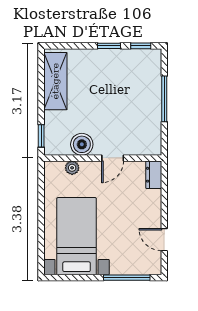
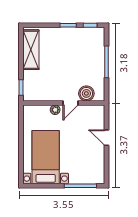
boiler: (82, 144) -> (86, 93), moved
plant: (72, 168) -> (55, 110), moved
dresser: (154, 175) -> (99, 115), removed
door: (164, 240) -> (106, 138), moved

